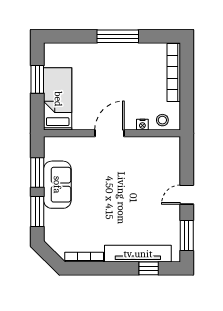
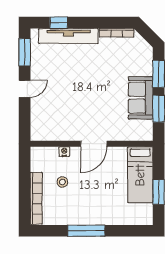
stool: (162, 120) -> (62, 182), moved

